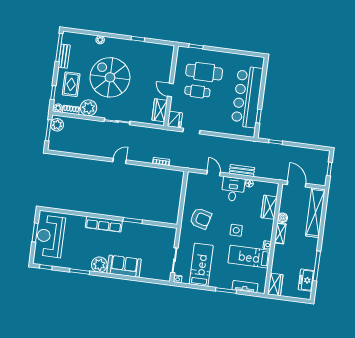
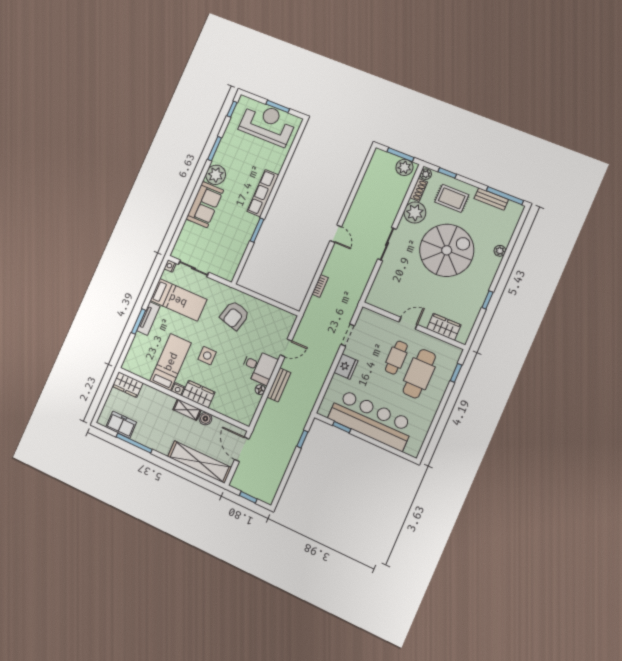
wardrobe: (160, 110) -> (444, 327), moved
fridge: (175, 119) -> (346, 367), moved, turned -90
door: (297, 184) -> (242, 449), swing flipped
wardrobe: (269, 207) -> (198, 394), moved
tv unit: (245, 287) -> (148, 318), moved

